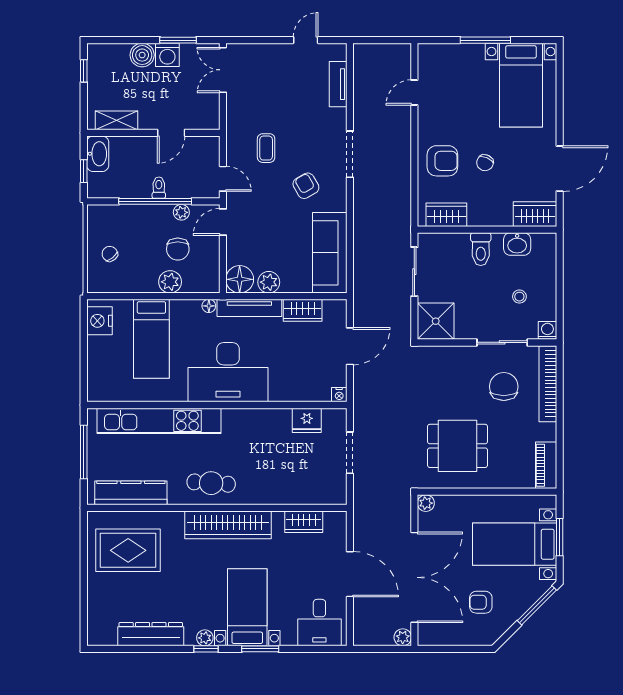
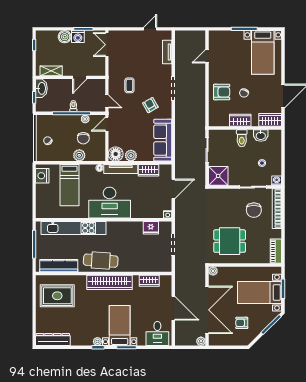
wardrobe: (446, 215) -> (240, 120), moved
chair: (504, 387) -> (254, 210), turned 180
cafe table: (211, 483) -> (101, 261), width x1.37, depth x1.35
dresser: (151, 634) -> (53, 340), moved

